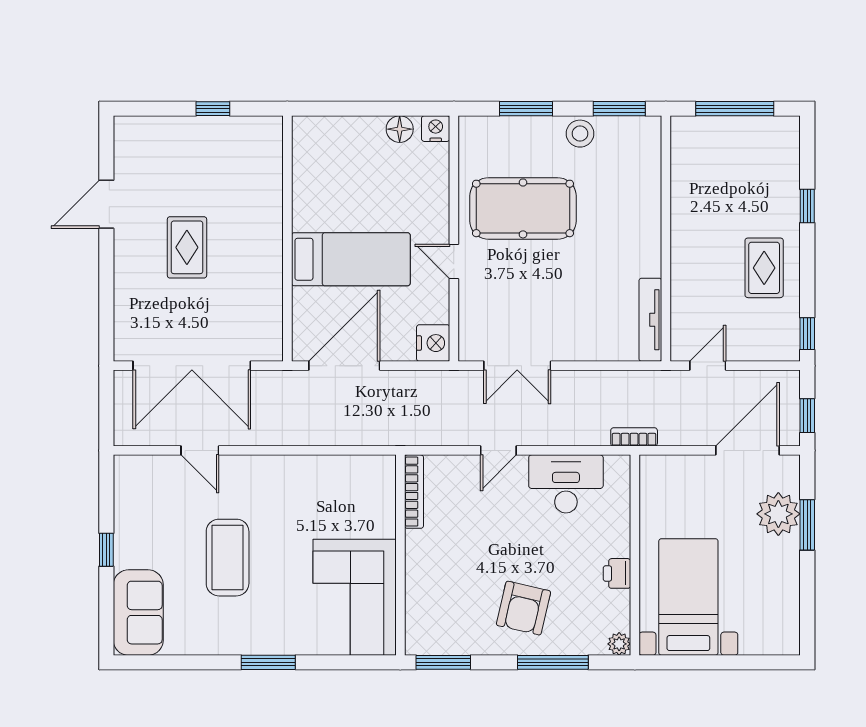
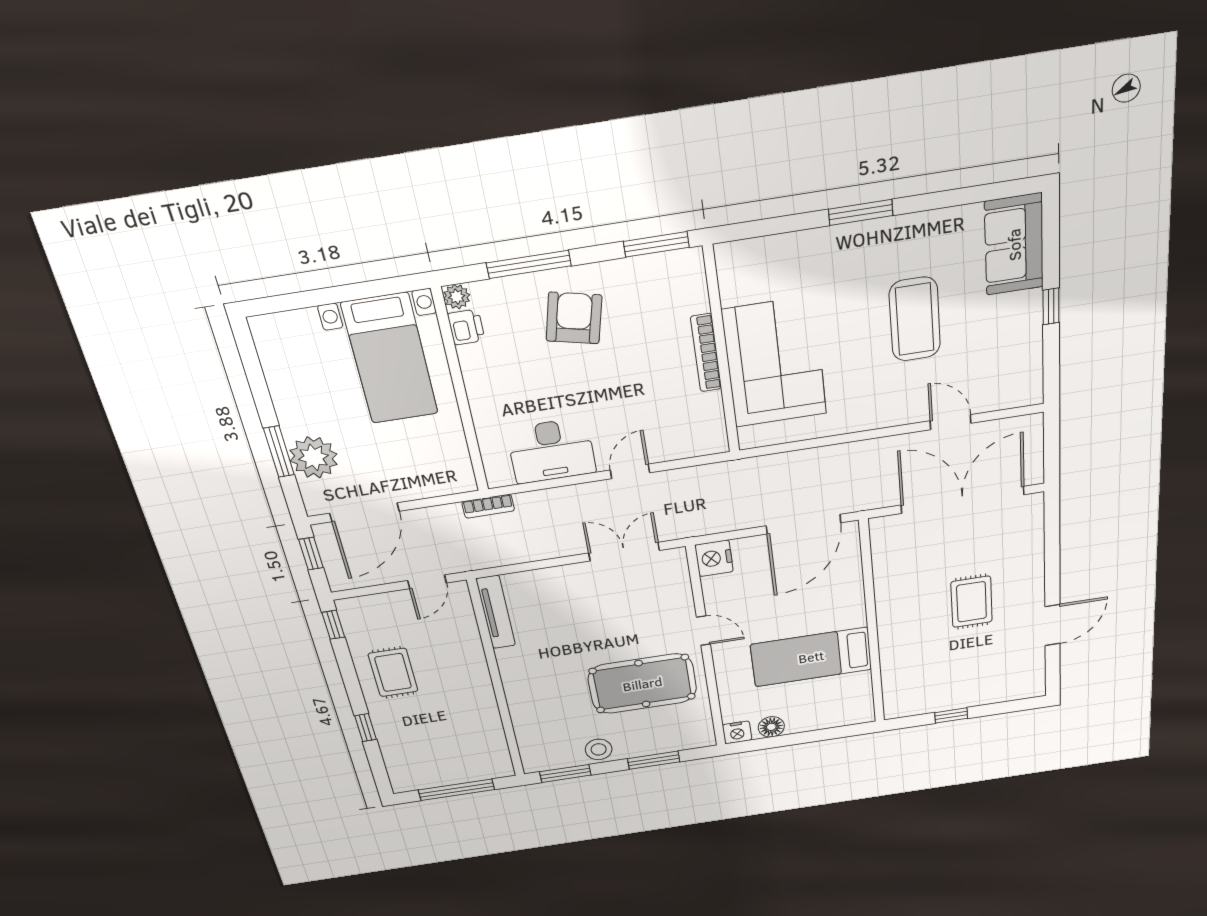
bed: (351, 259) -> (811, 657), moved
bookcase: (414, 492) -> (706, 353), moved
printer: (617, 573) -> (466, 327), moved
corner sofa: (355, 597) -> (775, 362), moved

